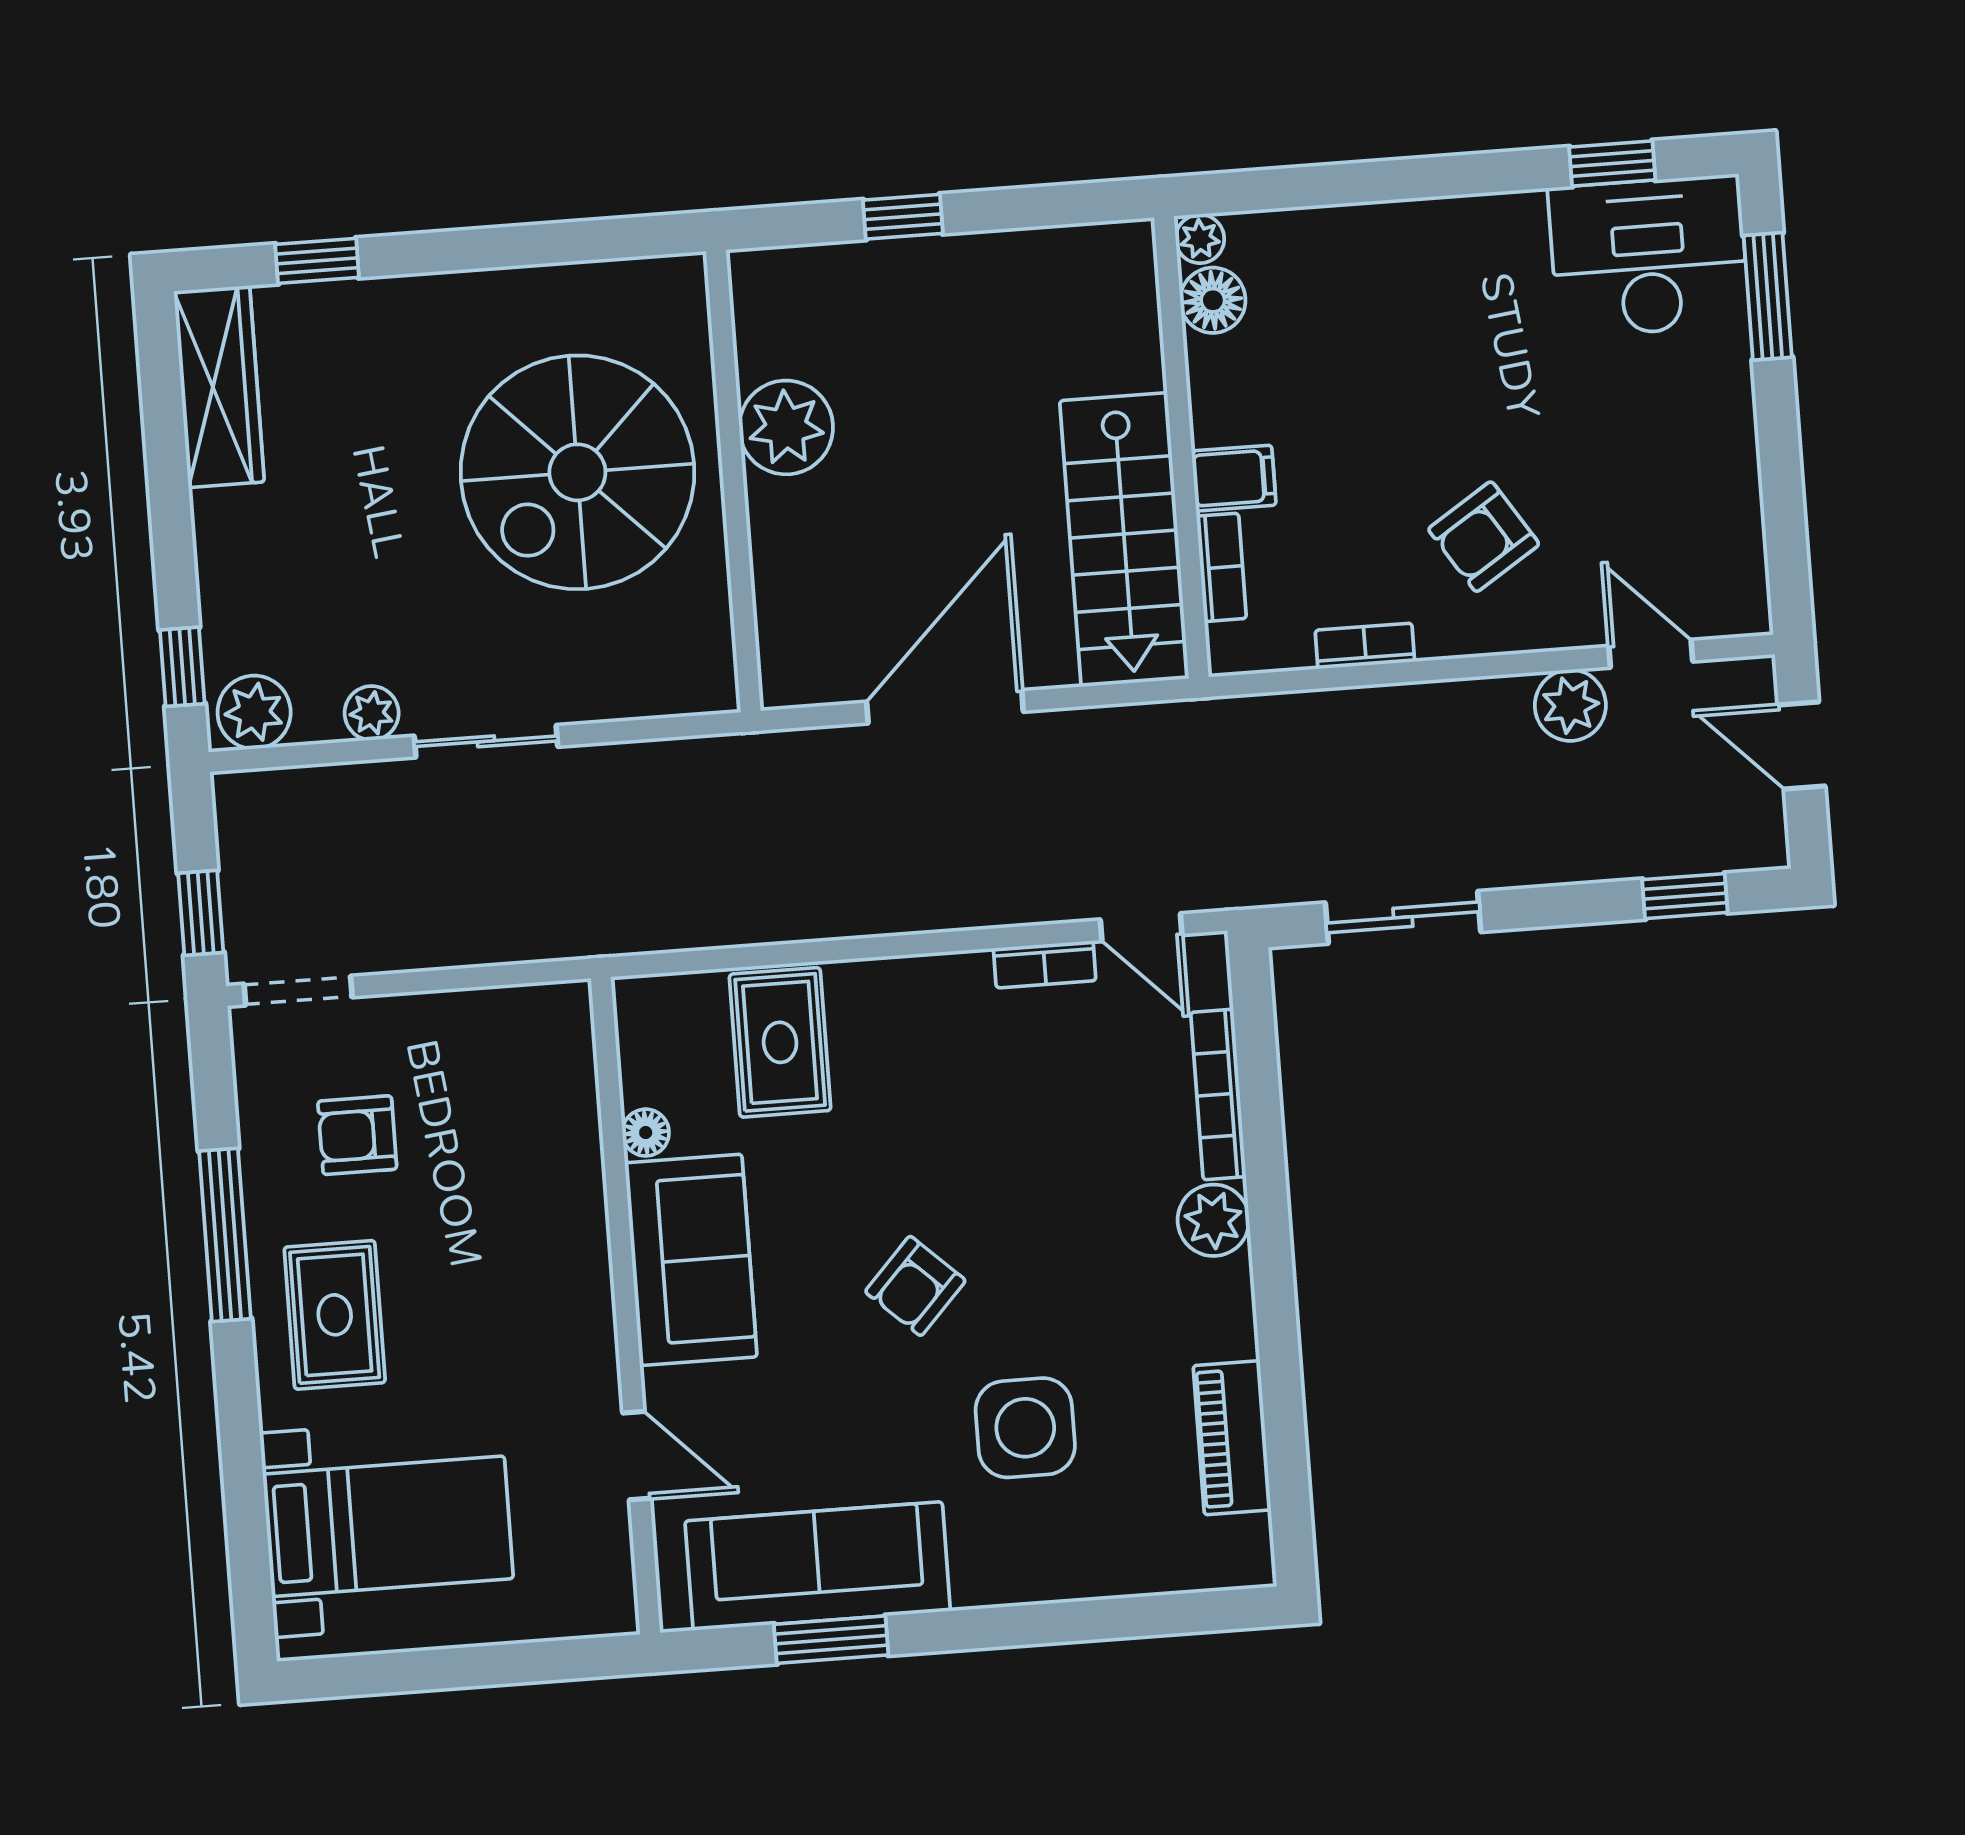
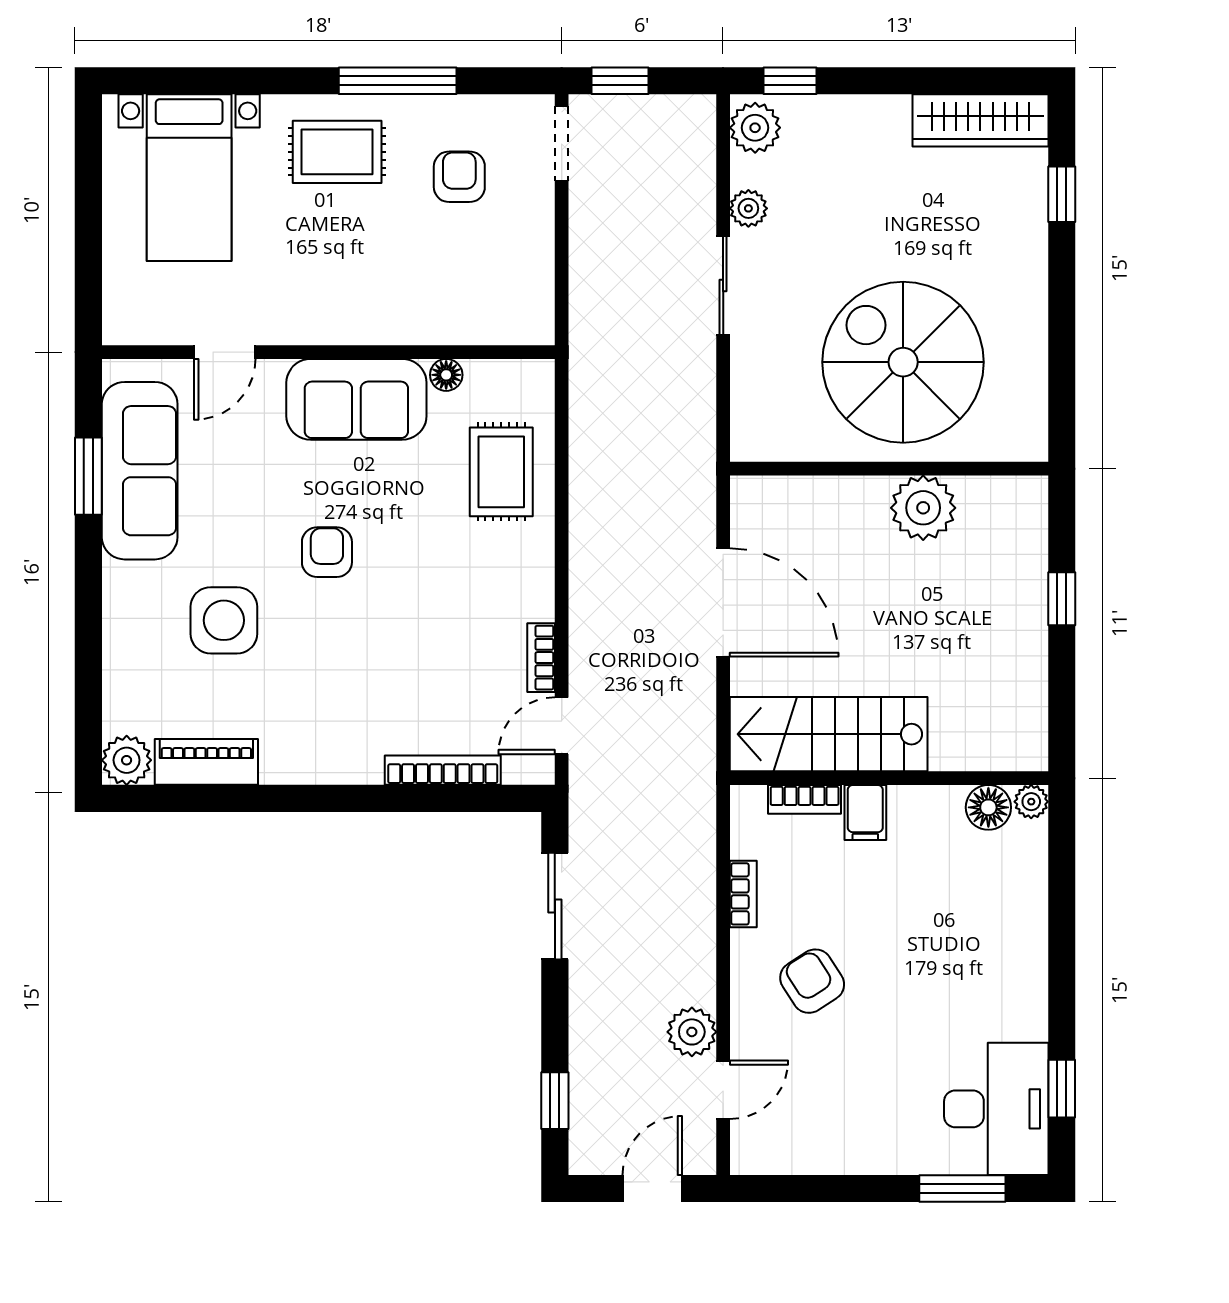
rug: (780, 1042) -> (501, 472), turned 90
plant: (1213, 1220) -> (127, 760), moved
armchair: (915, 1286) -> (327, 552), turned 47

